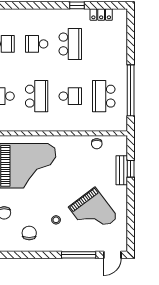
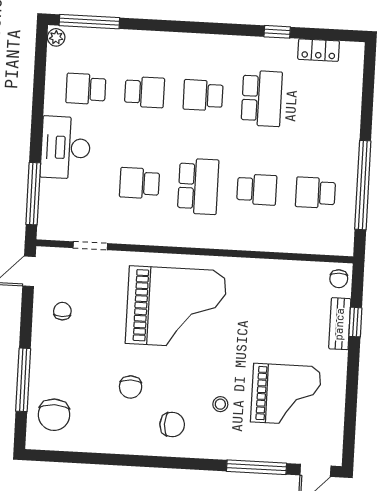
school desk: (104, 96) -> (315, 193), width x0.54
chair: (97, 144) -> (339, 279), moved
grand piano: (93, 212) -> (286, 394), turned -53
chair: (29, 233) -> (172, 425), turned 90

